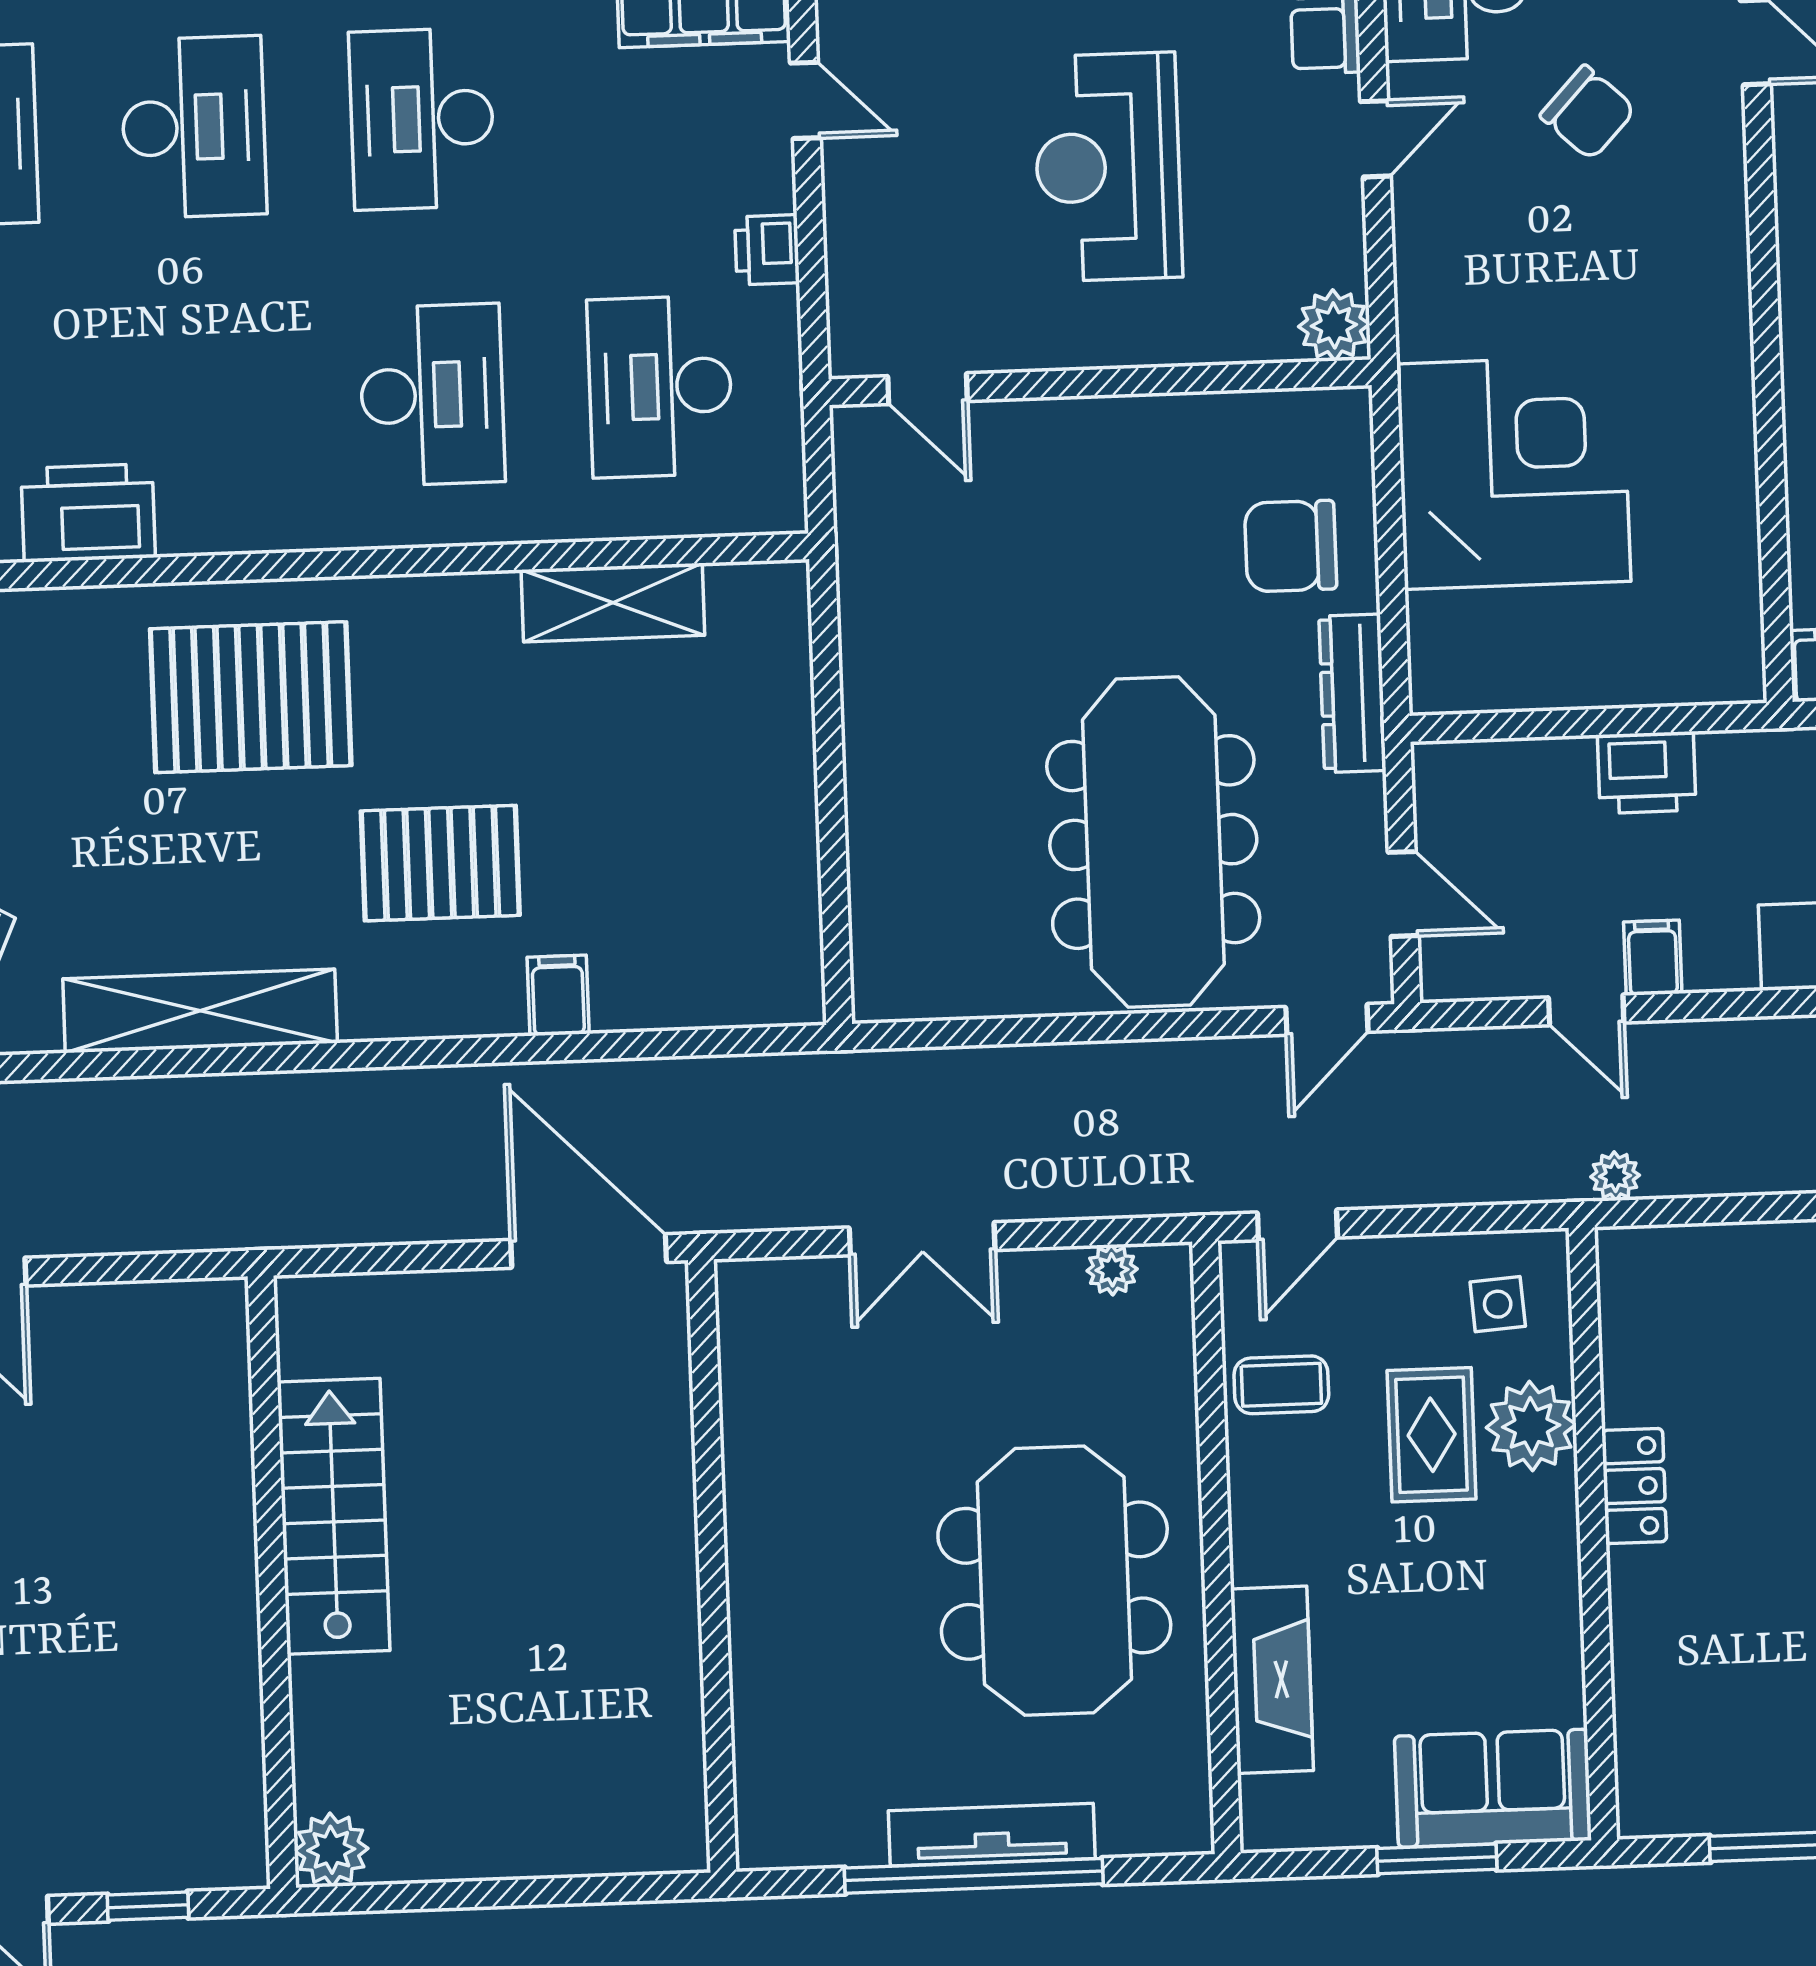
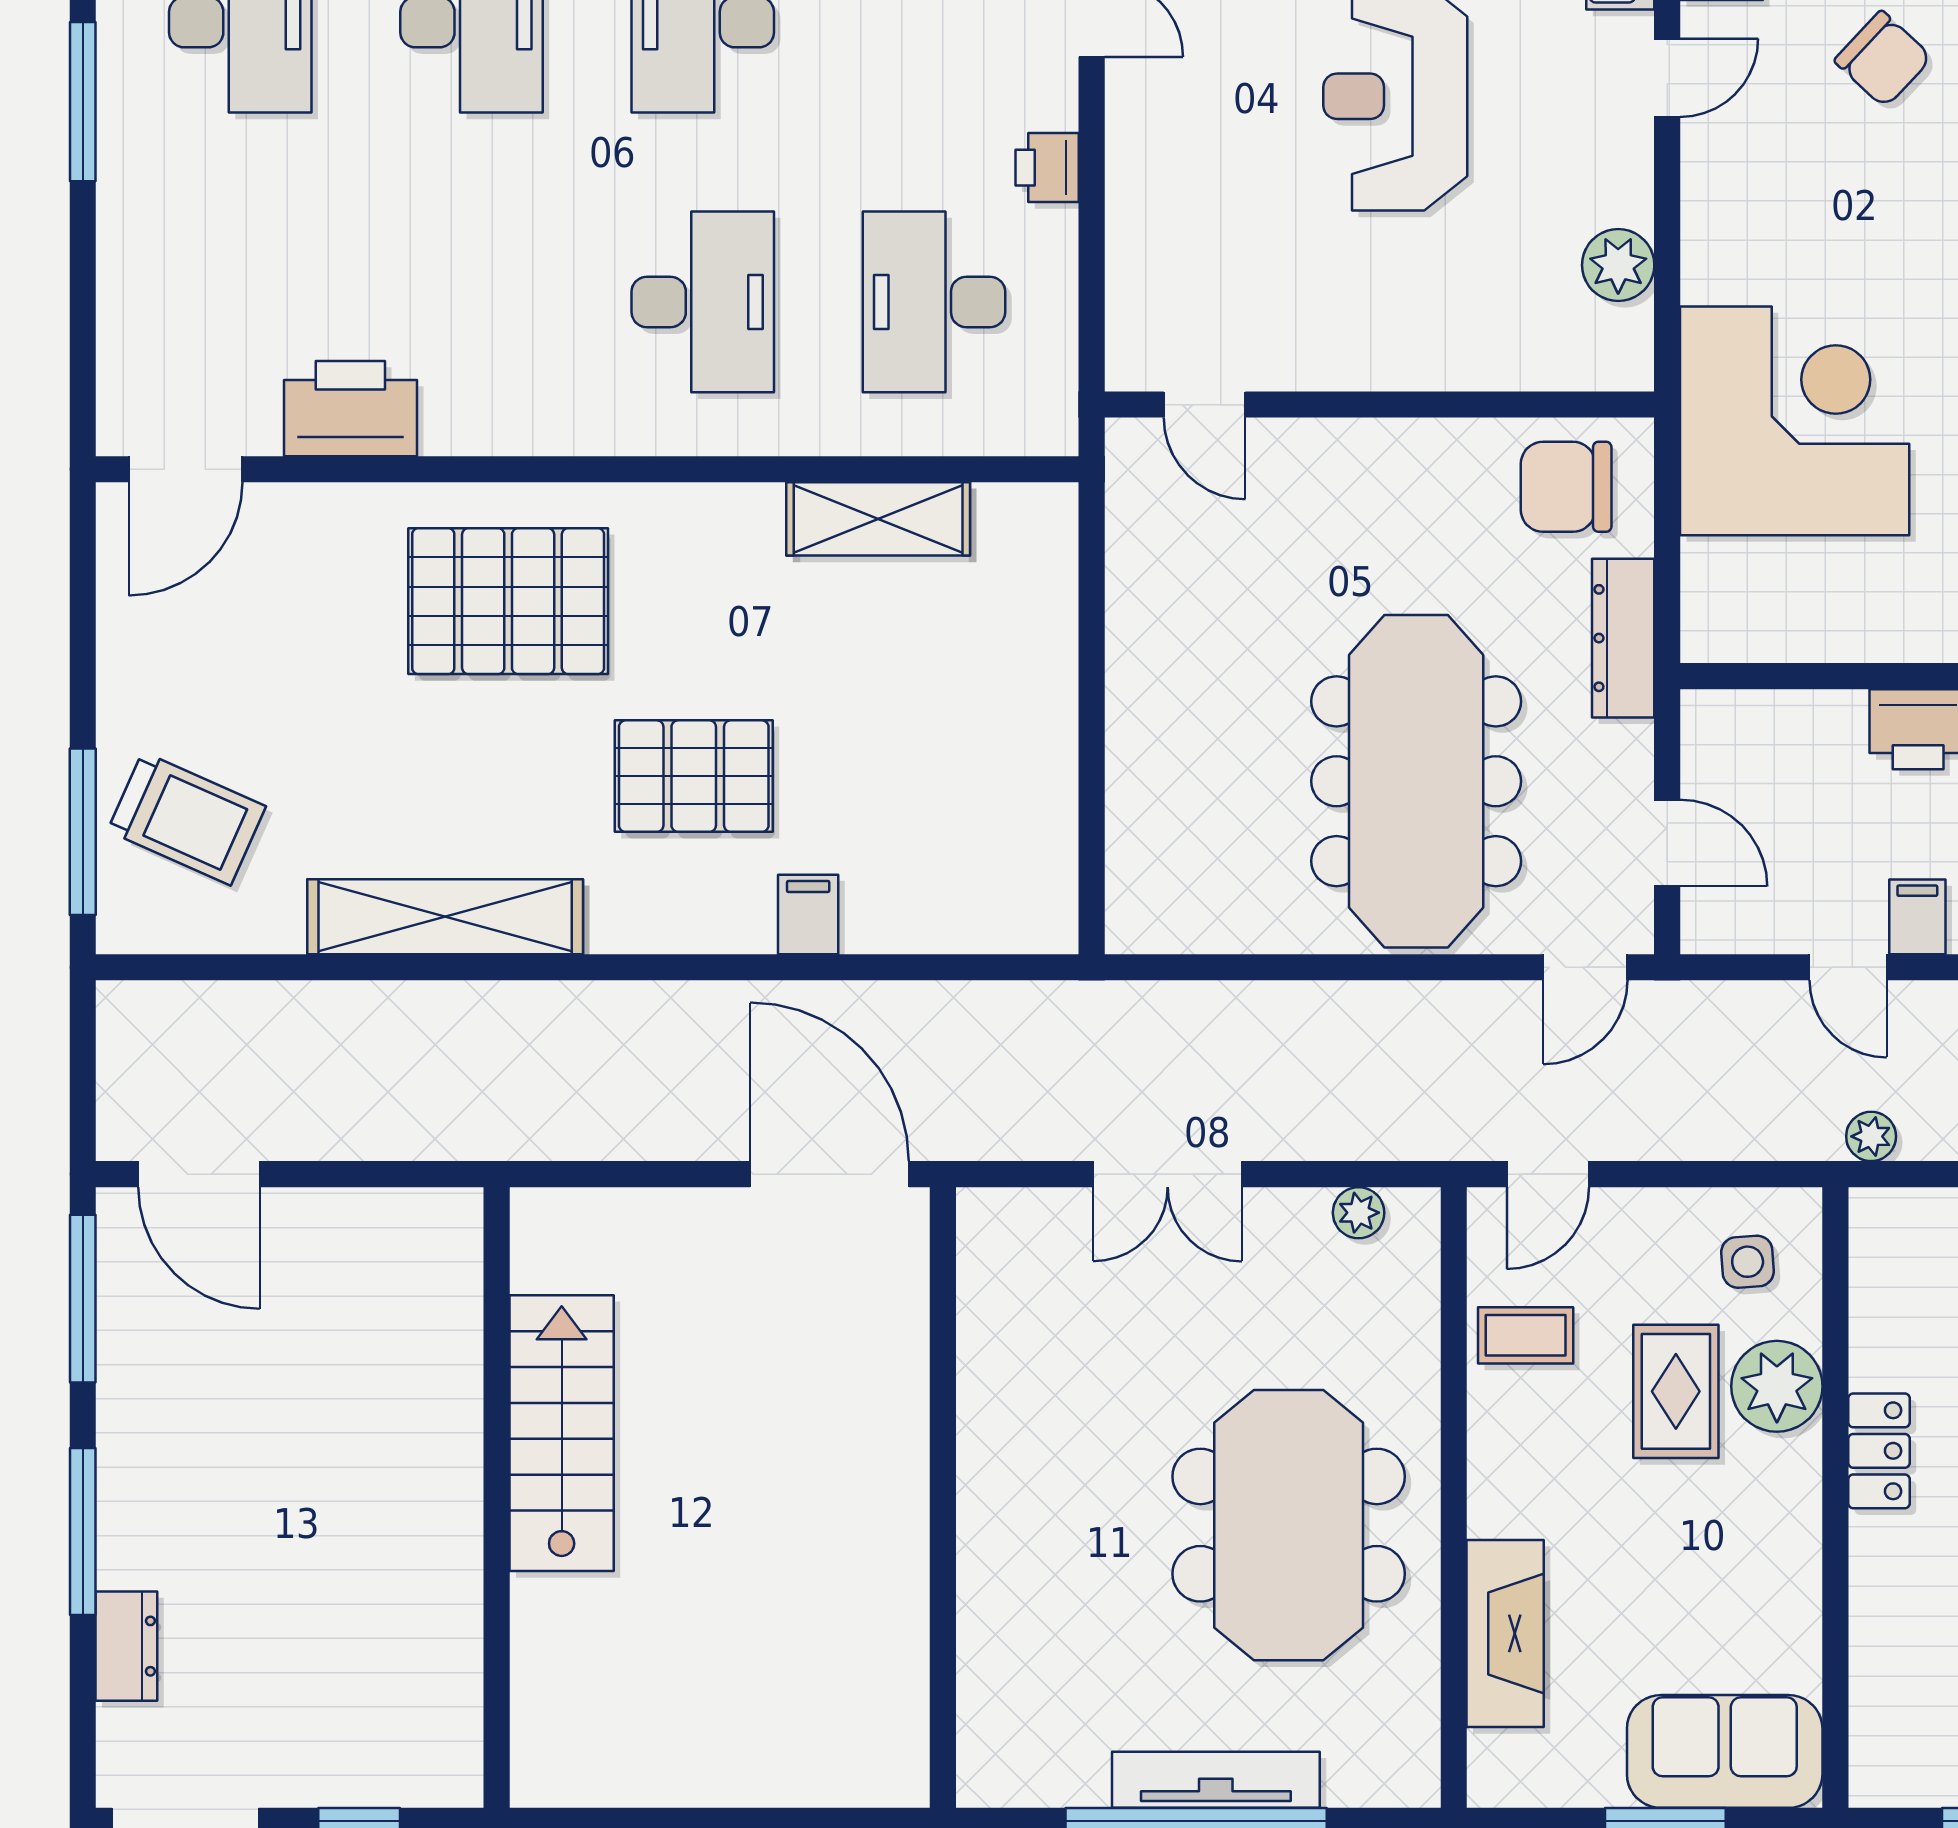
wall: (1100, 382) -> (1379, 405), moved
door: (928, 389) -> (1204, 405), moved
plant: (331, 1850) -> (547, 1771), removed

